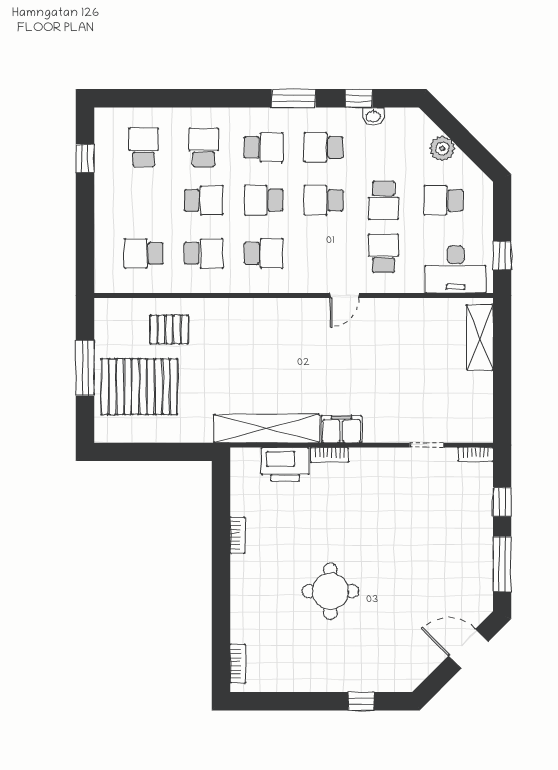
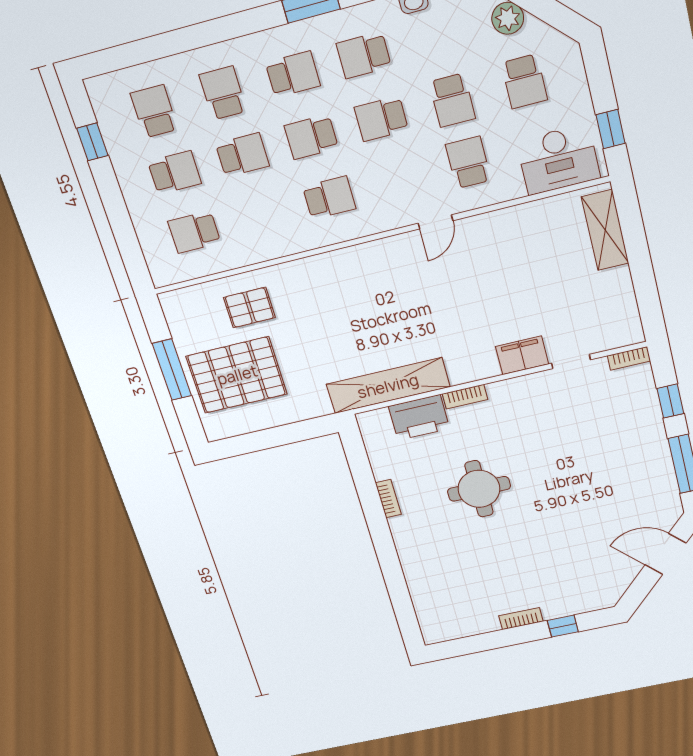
school desk: (443, 200) -> (524, 81), turned -90
school desk: (204, 253) -> (175, 173), moved
filing cabinet: (341, 429) -> (522, 355), moved
round table: (330, 591) -> (479, 489), moved
bookcase: (238, 664) -> (521, 619), moved, turned -90

